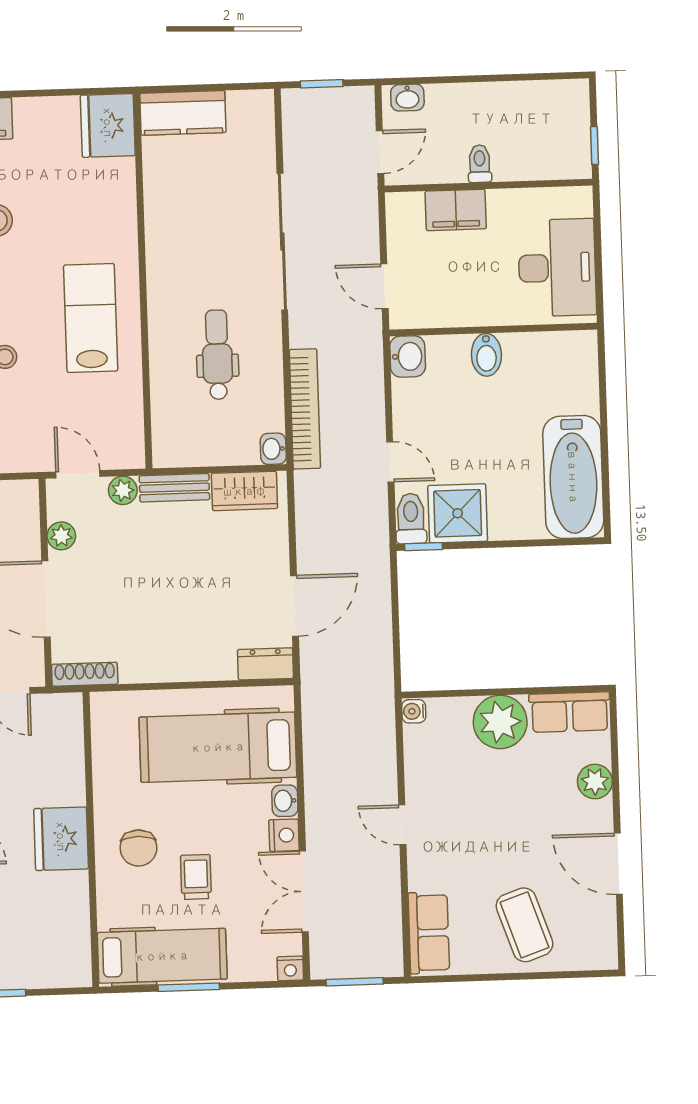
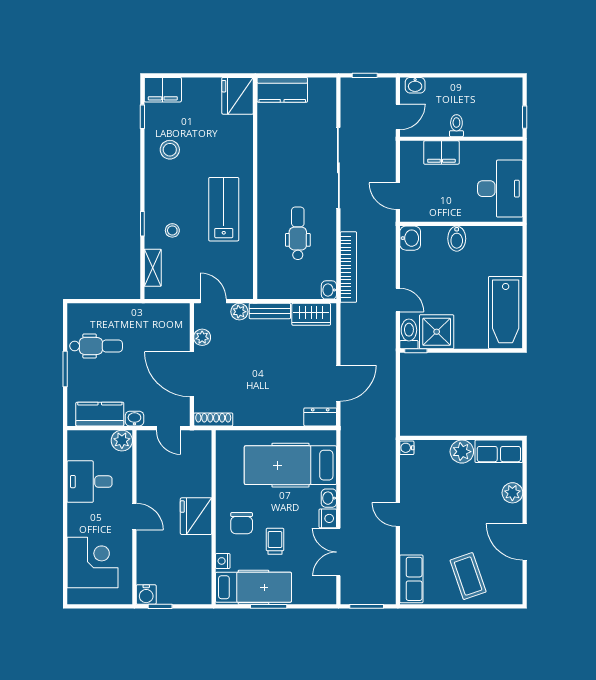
plant: (500, 722) -> (462, 452), width x0.73, depth x0.73
nightstand: (290, 968) -> (223, 561), moved, turned 90

